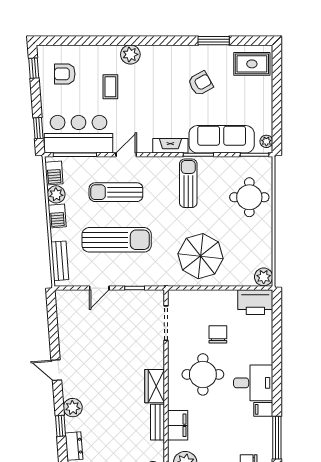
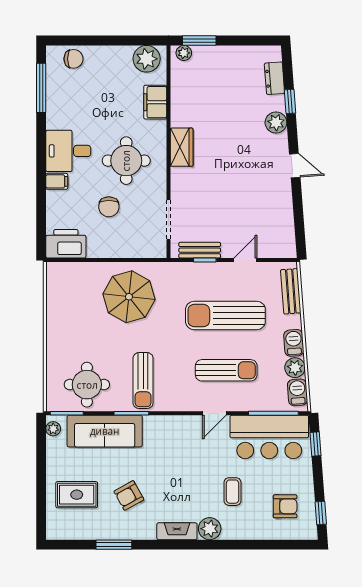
rug: (252, 64) -> (77, 495), moved
fireplace: (170, 146) -> (177, 531), moved, turned 180
round table: (249, 197) -> (87, 385), moved
plant: (264, 277) -> (56, 273), removed
filing cabinet: (263, 409) -> (57, 181), moved
bench: (158, 422) -> (200, 250), moved, turned 90

